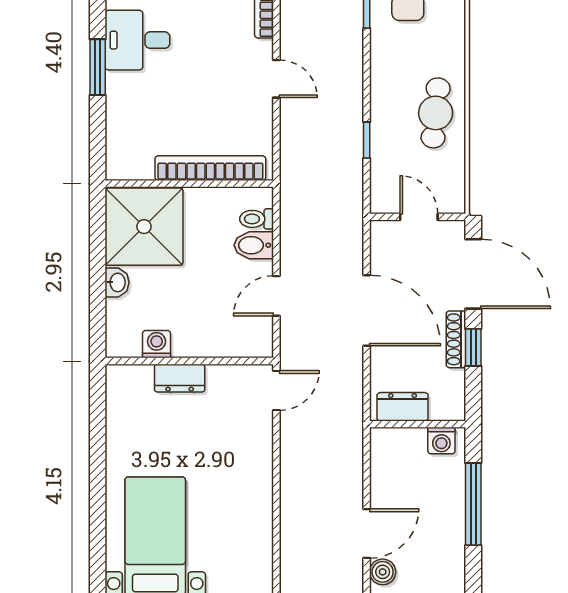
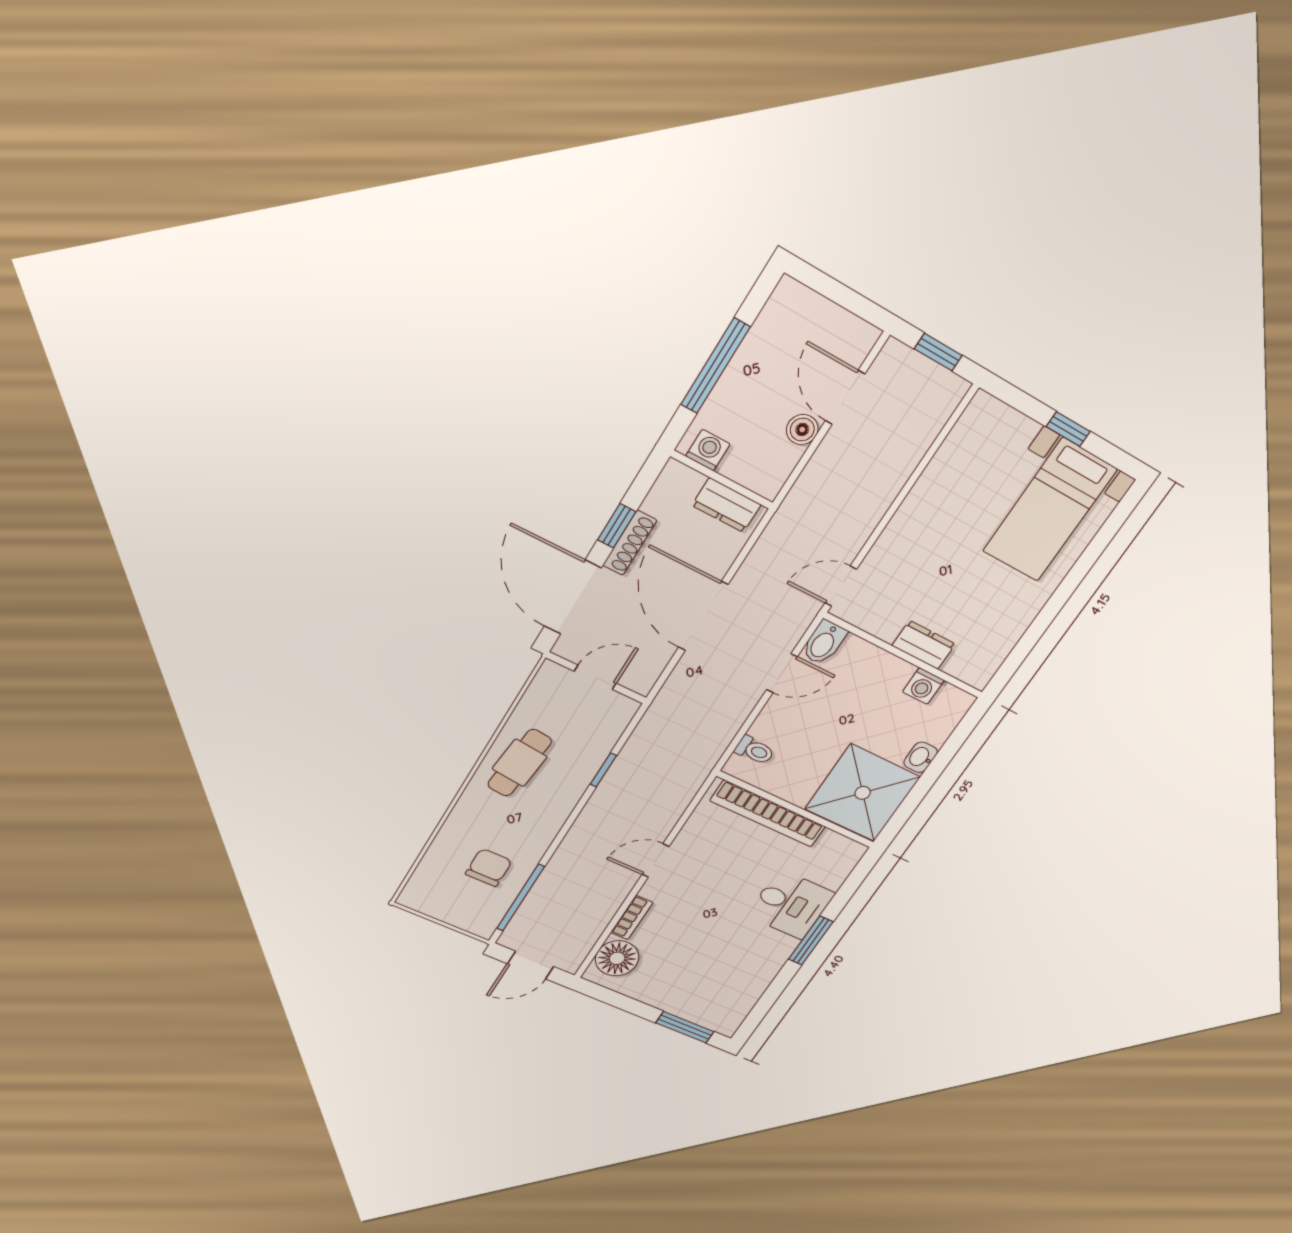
desk: (137, 40) -> (791, 904), moved
door: (276, 79) -> (656, 860), hinge flipped
door: (419, 217) -> (595, 677), swing flipped
bidet: (254, 245) -> (824, 643), moved, turned 90
door: (367, 533) -> (845, 397), hinge flipped
boiler: (383, 572) -> (802, 430), moved

